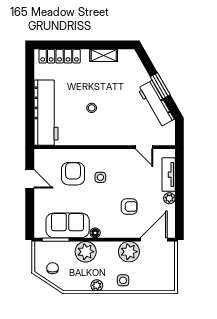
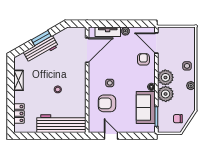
locker: (60, 56) -> (19, 113), width x0.66
workbench: (156, 104) -> (41, 49), moved
door: (144, 147) -> (87, 50), width x1.88
door: (30, 179) -> (111, 136), hinge flipped
armchair: (129, 206) -> (143, 59), moved
plant: (129, 252) -> (165, 77), moved

